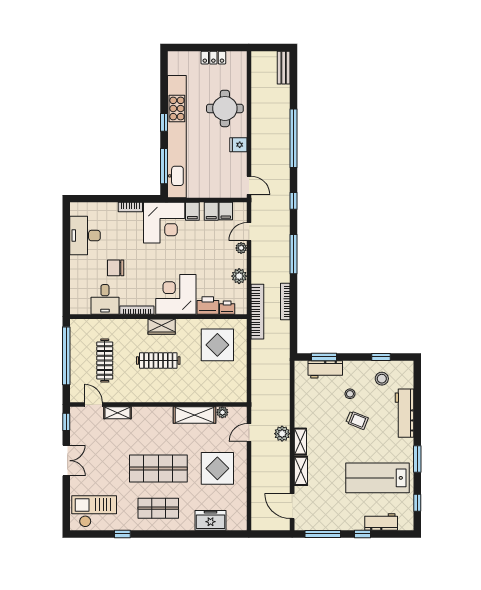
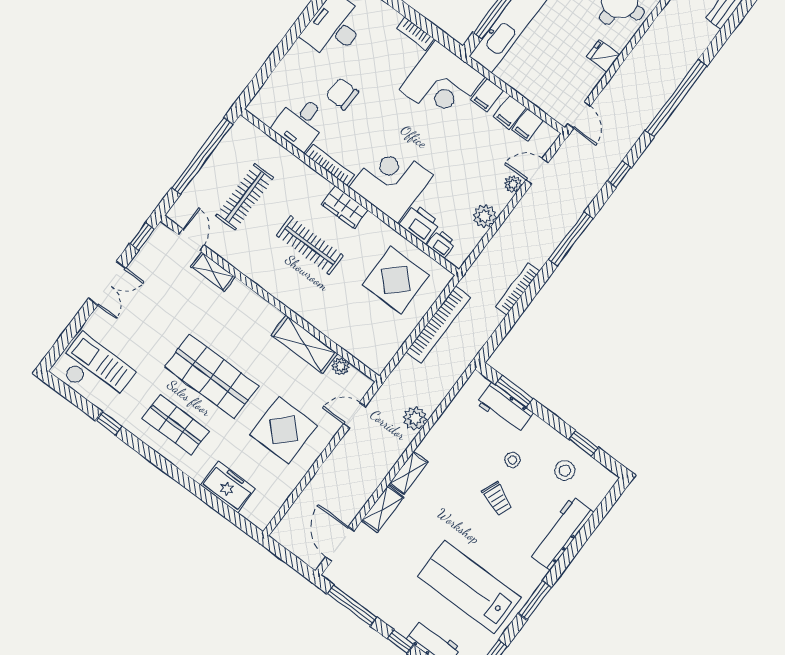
bookcase: (257, 312) -> (438, 324), moved
plant: (282, 434) -> (415, 418), moved

